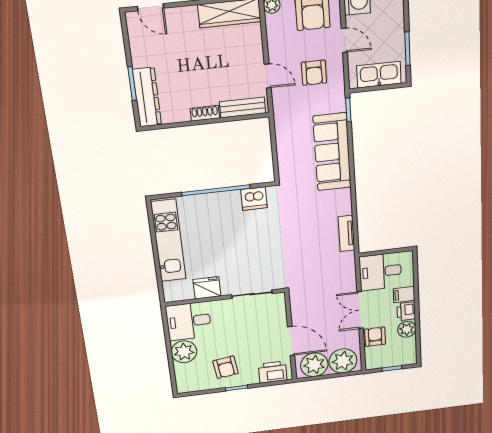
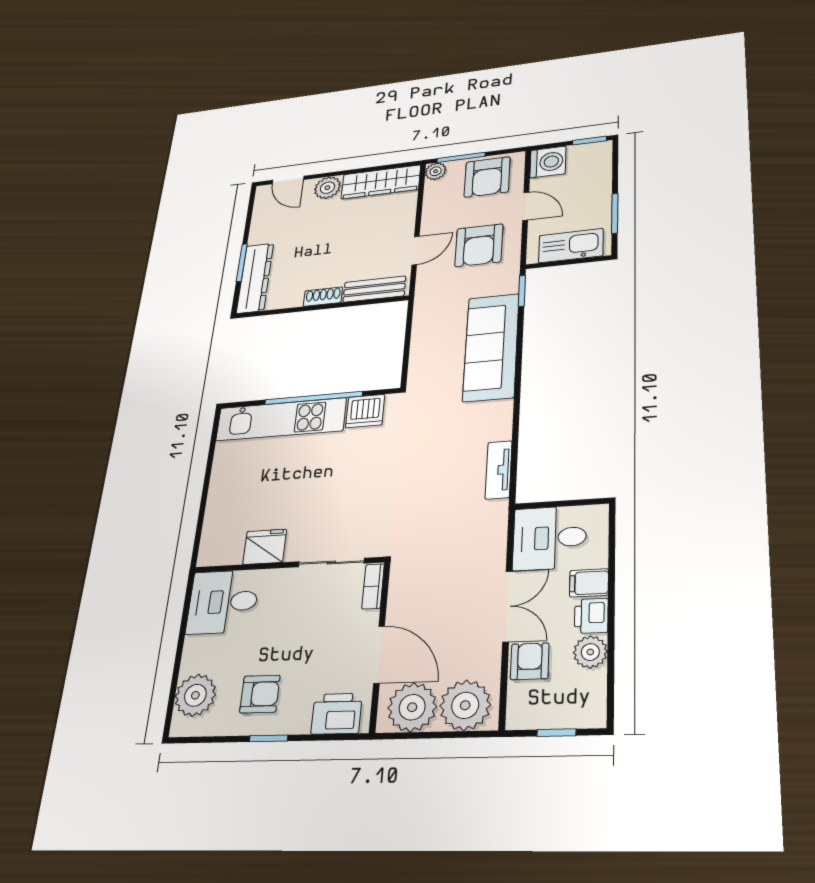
plant: (186, 16) -> (327, 188), added
armchair: (314, 73) -> (479, 245), width x1.38, depth x1.38
door: (268, 76) -> (416, 251), hinge flipped
kitchen unit: (168, 241) -> (281, 419), moved, turned 90
bookcase: (281, 306) -> (373, 586), added
double door: (360, 310) -> (507, 606), swing flipped
plant: (184, 352) -> (195, 695), moved
armchair: (226, 367) -> (260, 694), turned -82

